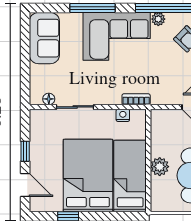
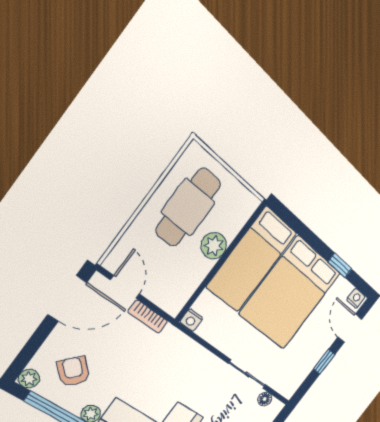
bookcase: (136, 99) -> (148, 317), moved
nightstand: (123, 115) -> (191, 320), moved
nightstand: (38, 206) -> (356, 298), added

